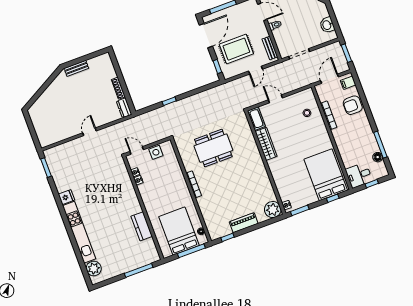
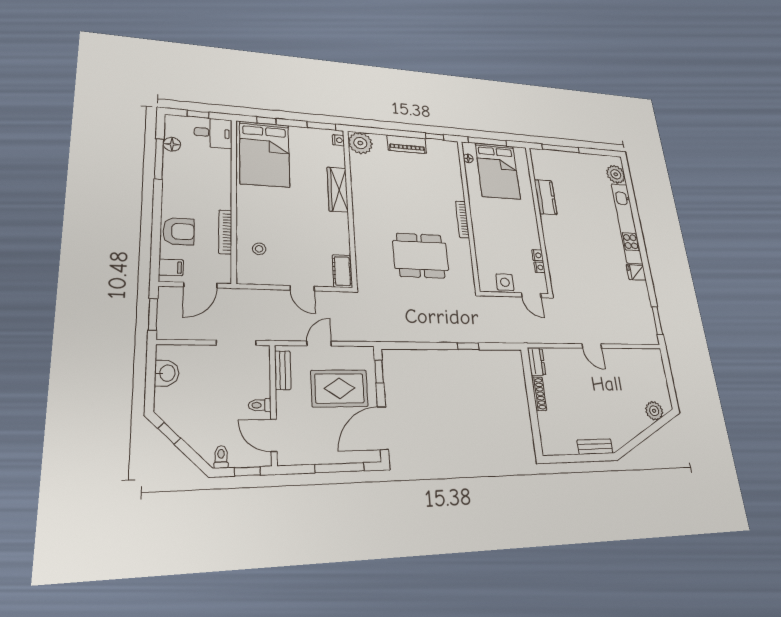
plant: (40, 105) -> (654, 411), added
door: (89, 132) -> (592, 346), hinge flipped
wardrobe: (266, 144) -> (338, 189), moved

